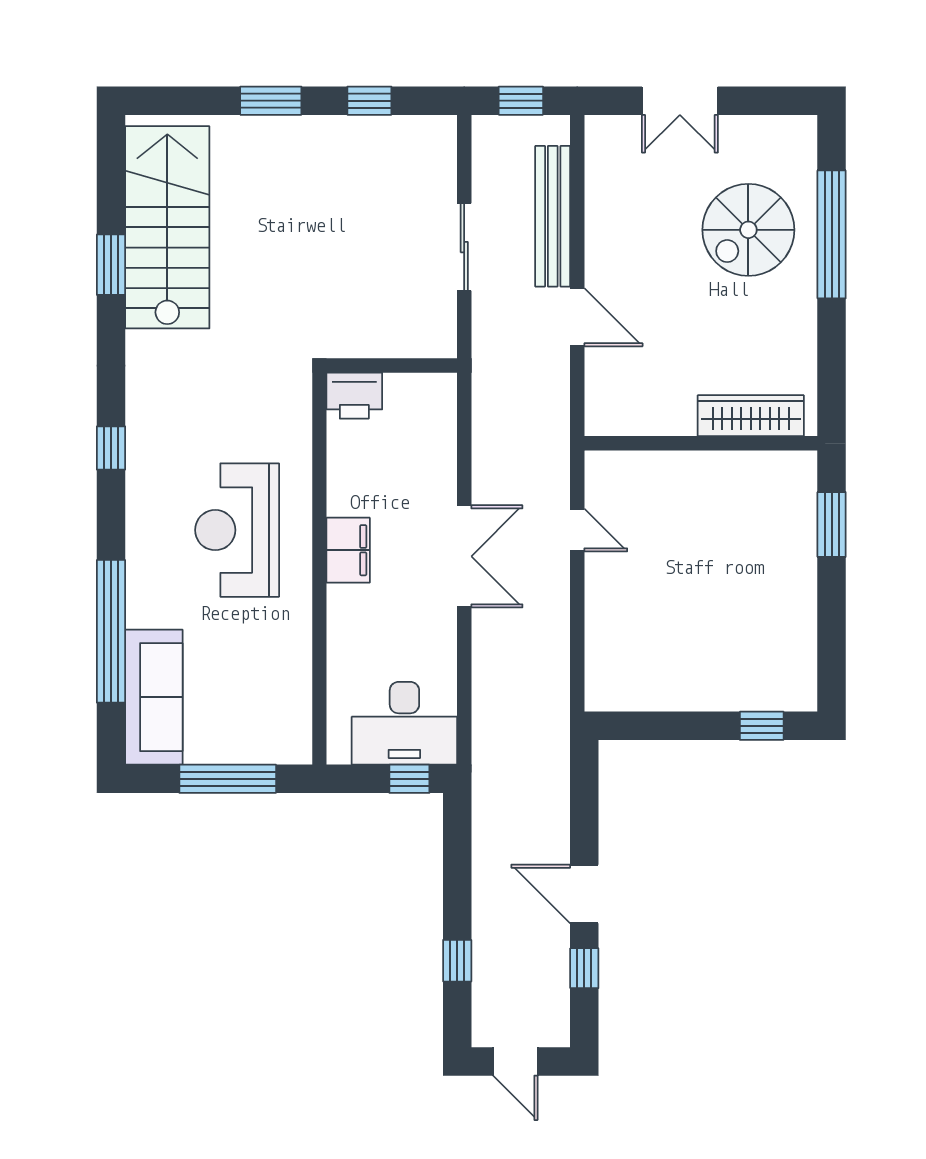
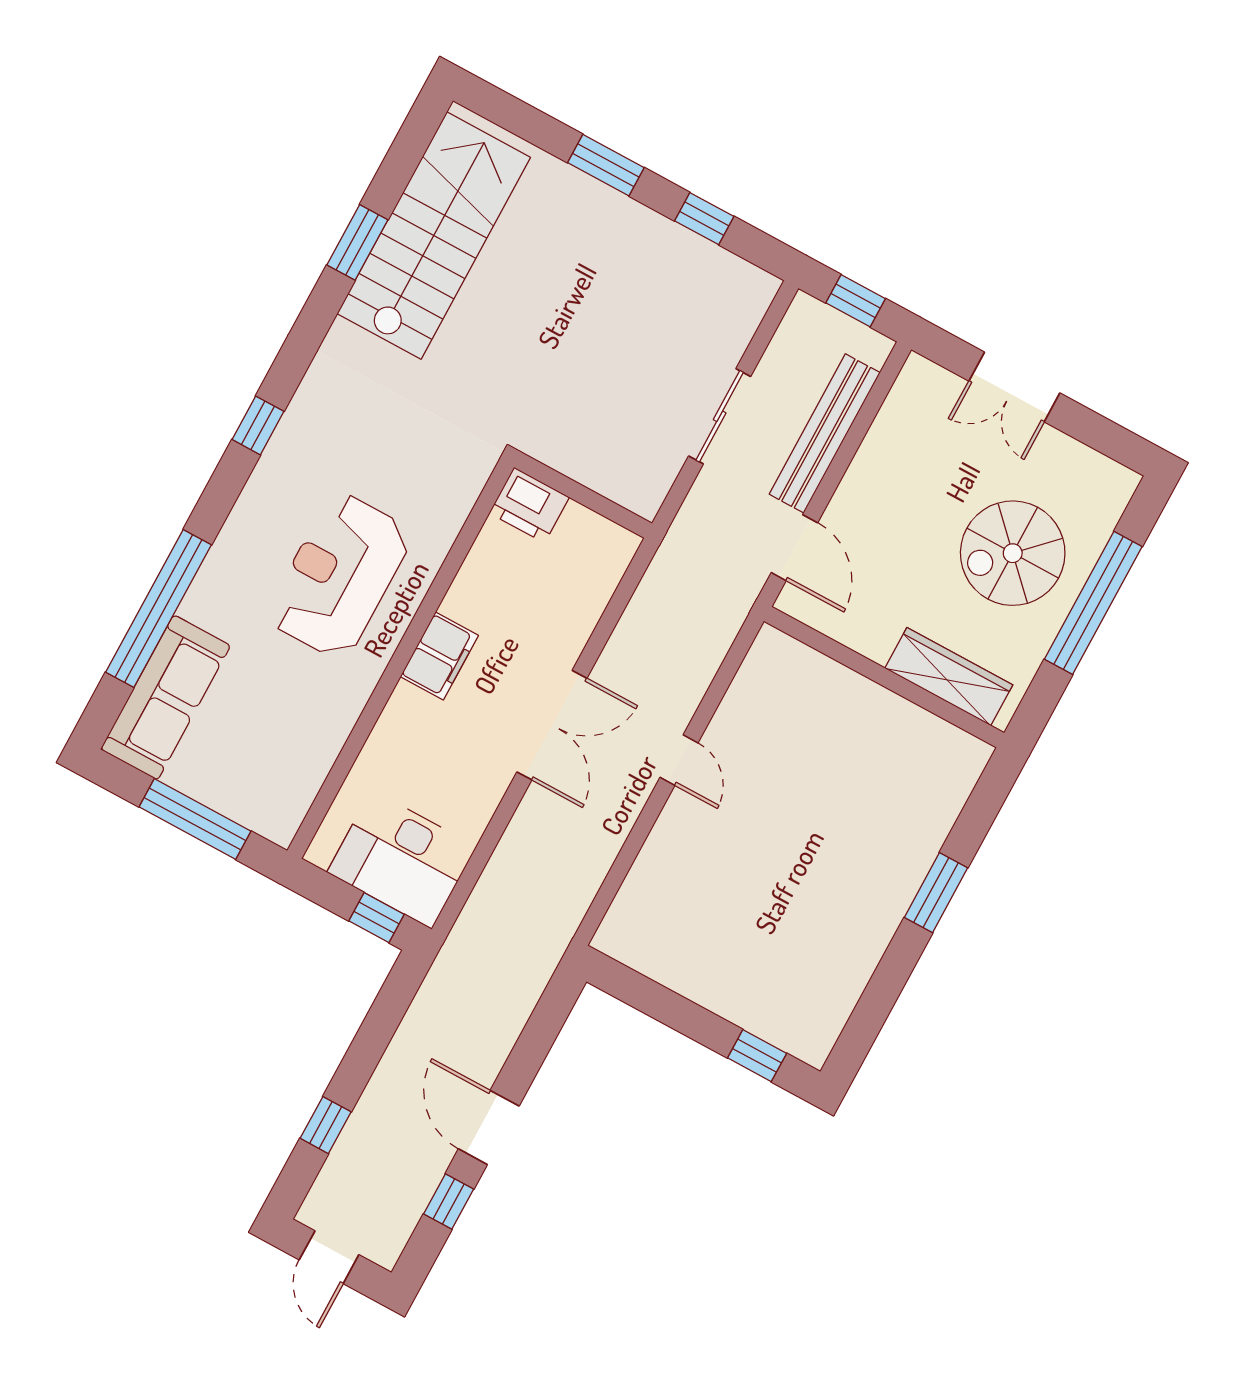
wardrobe: (751, 416) -> (949, 677), moved
wall: (701, 443) -> (884, 677), moved

